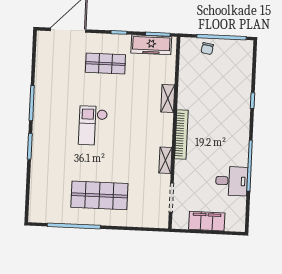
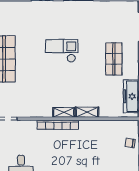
shelving: (165, 160) -> (64, 112), moved

